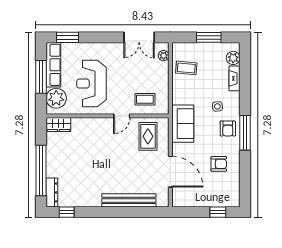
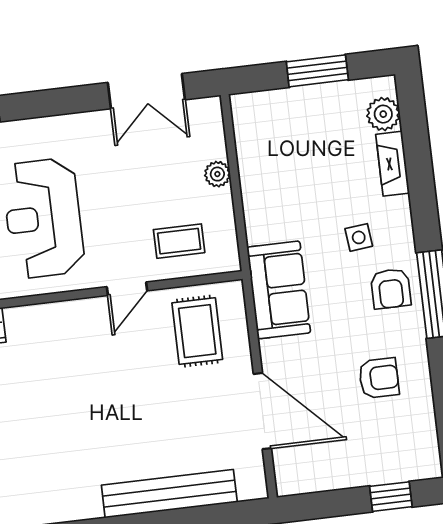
plant: (164, 56) -> (217, 174), moved
coffee table: (186, 68) -> (271, 152), removed

